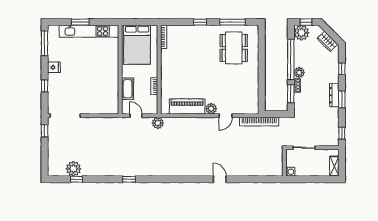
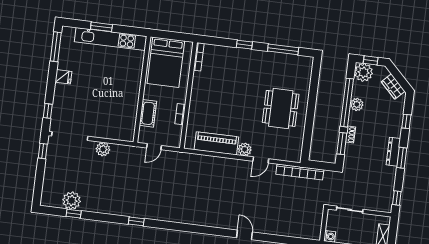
dining table: (234, 48) -> (281, 108), moved
plant: (299, 73) -> (357, 104), moved
window: (45, 86) -> (48, 111), moved
door: (136, 116) -> (154, 147), swing flipped
plant: (158, 123) -> (103, 149), moved

